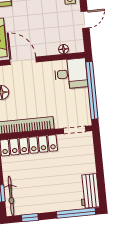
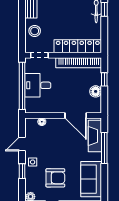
desk: (71, 74) -> (38, 85), moved
stool: (83, 159) -> (35, 31), added

